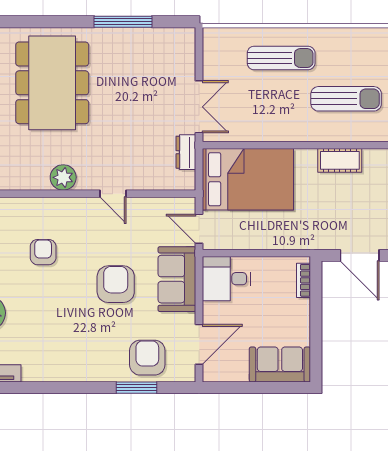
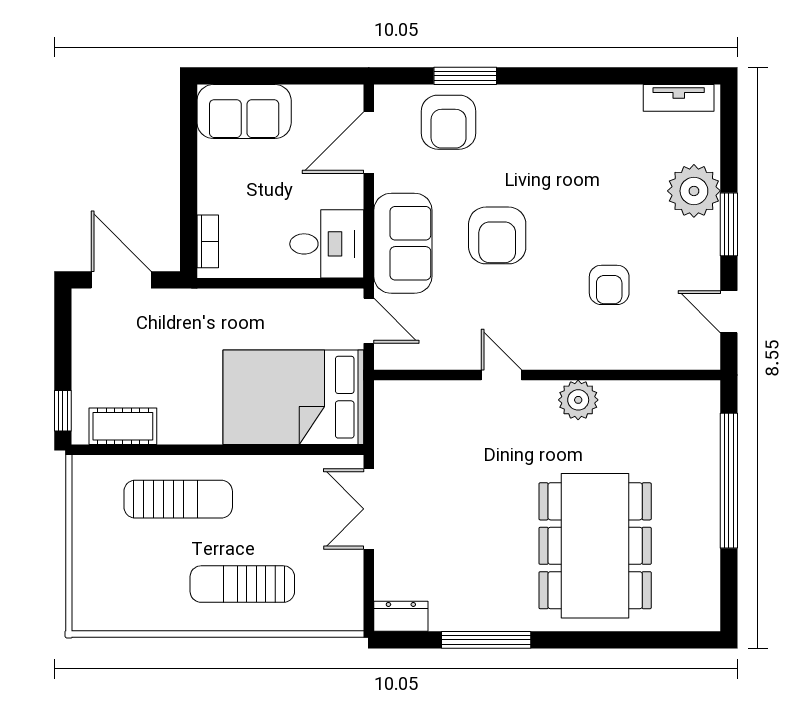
sun lounger: (346, 99) -> (178, 499), moved, turned 180
dresser: (186, 152) -> (401, 616), moved, turned -90
cot: (340, 160) -> (123, 426), moved

